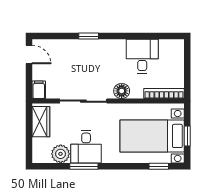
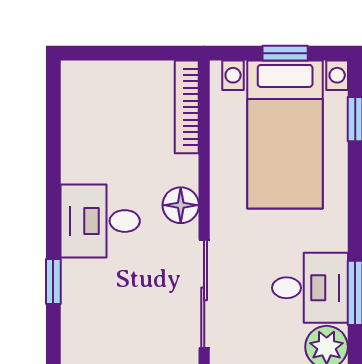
desk: (142, 56) -> (100, 221), moved

